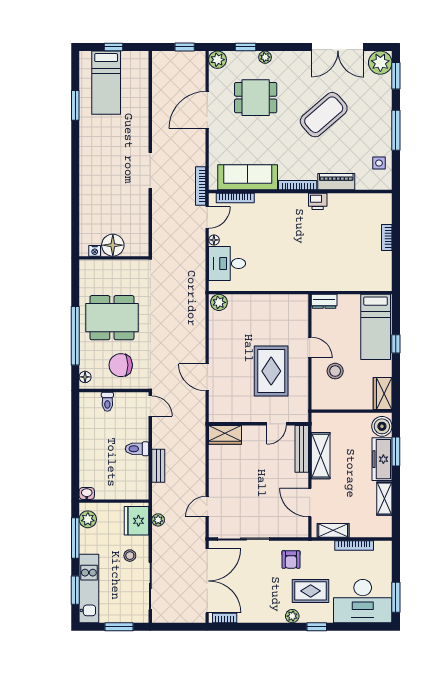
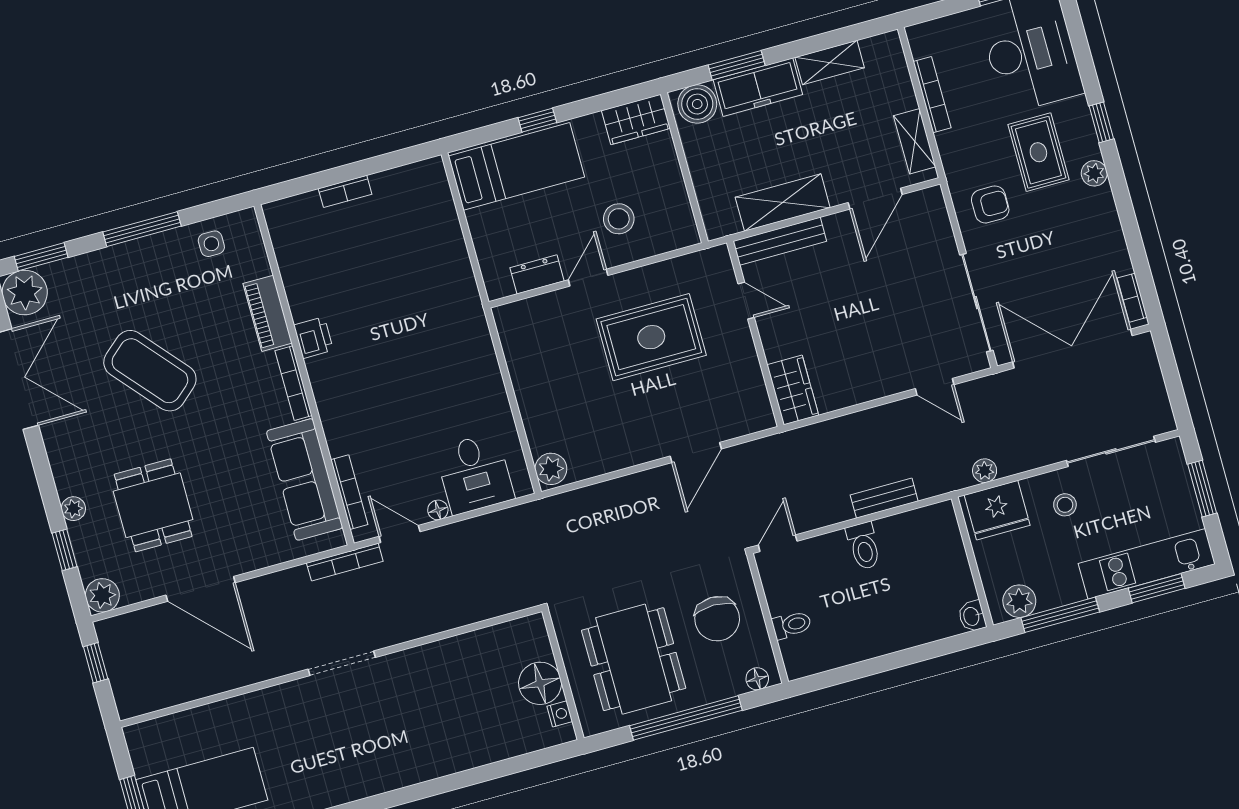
floor lamp: (113, 245) -> (540, 683), moved
nightstand: (95, 251) -> (560, 714), moved
wall: (114, 258) -> (563, 675), moved
dresser: (324, 301) -> (537, 274), moved, turned -90

